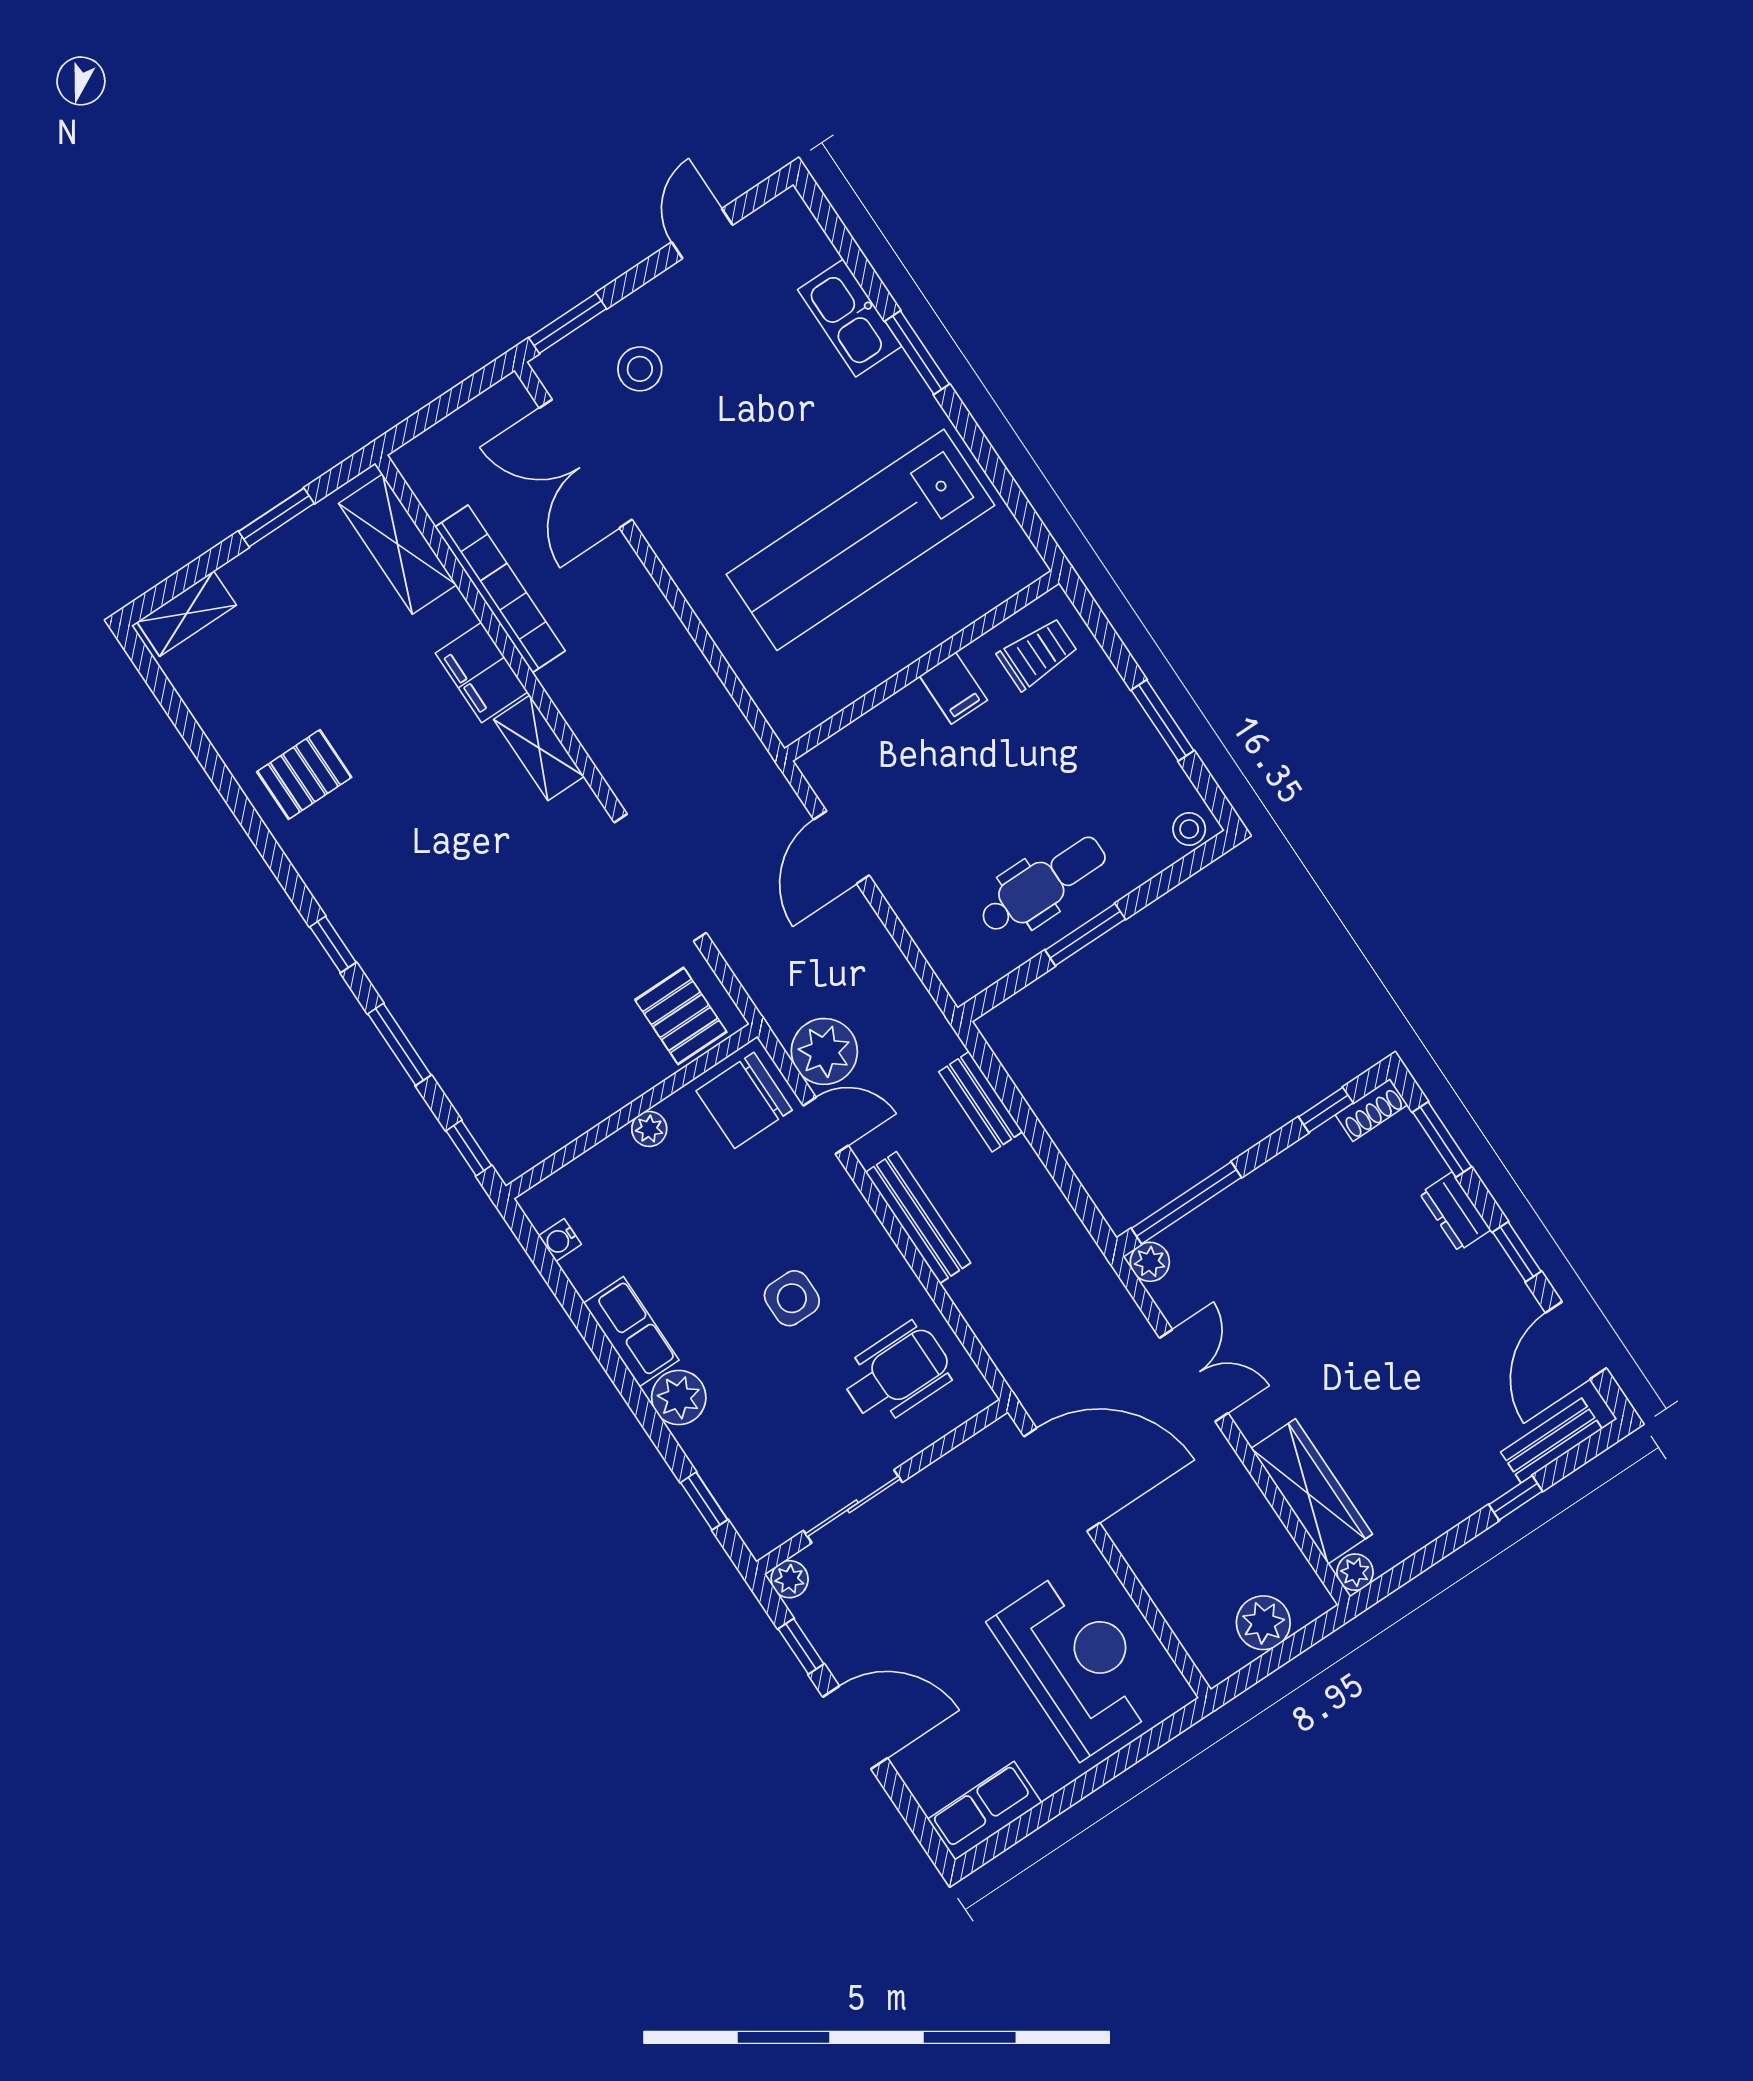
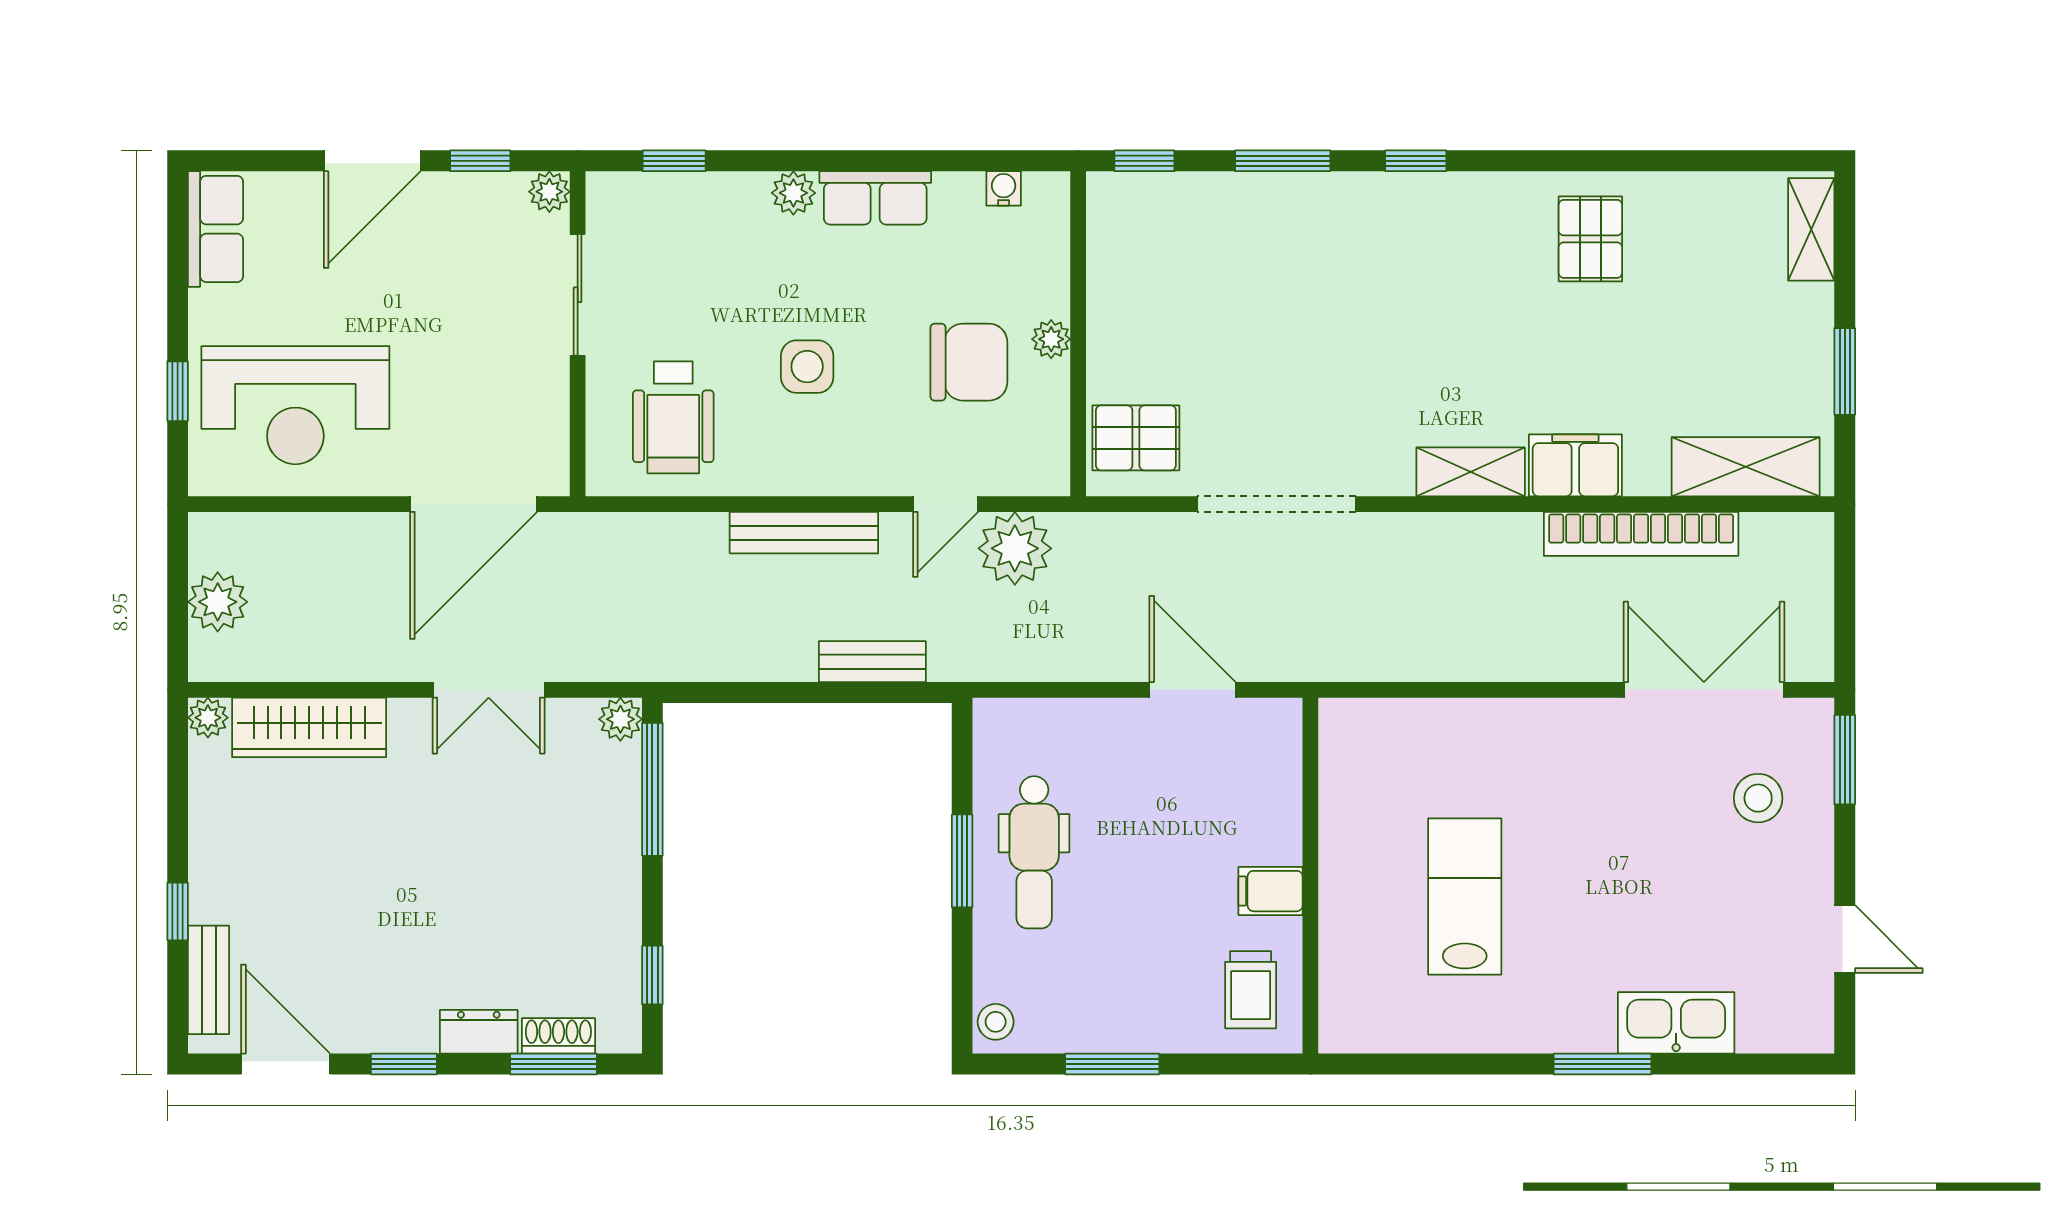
lab bench: (860, 540) -> (1465, 896), width x0.54, depth x0.72
chair: (744, 1100) -> (969, 362), moved, turned 90
shoe rack: (1371, 1110) -> (558, 1036), moved, turned 90
plant: (679, 1397) -> (793, 193), width x0.73, depth x0.73
window: (1125, 1758) -> (178, 391), added

